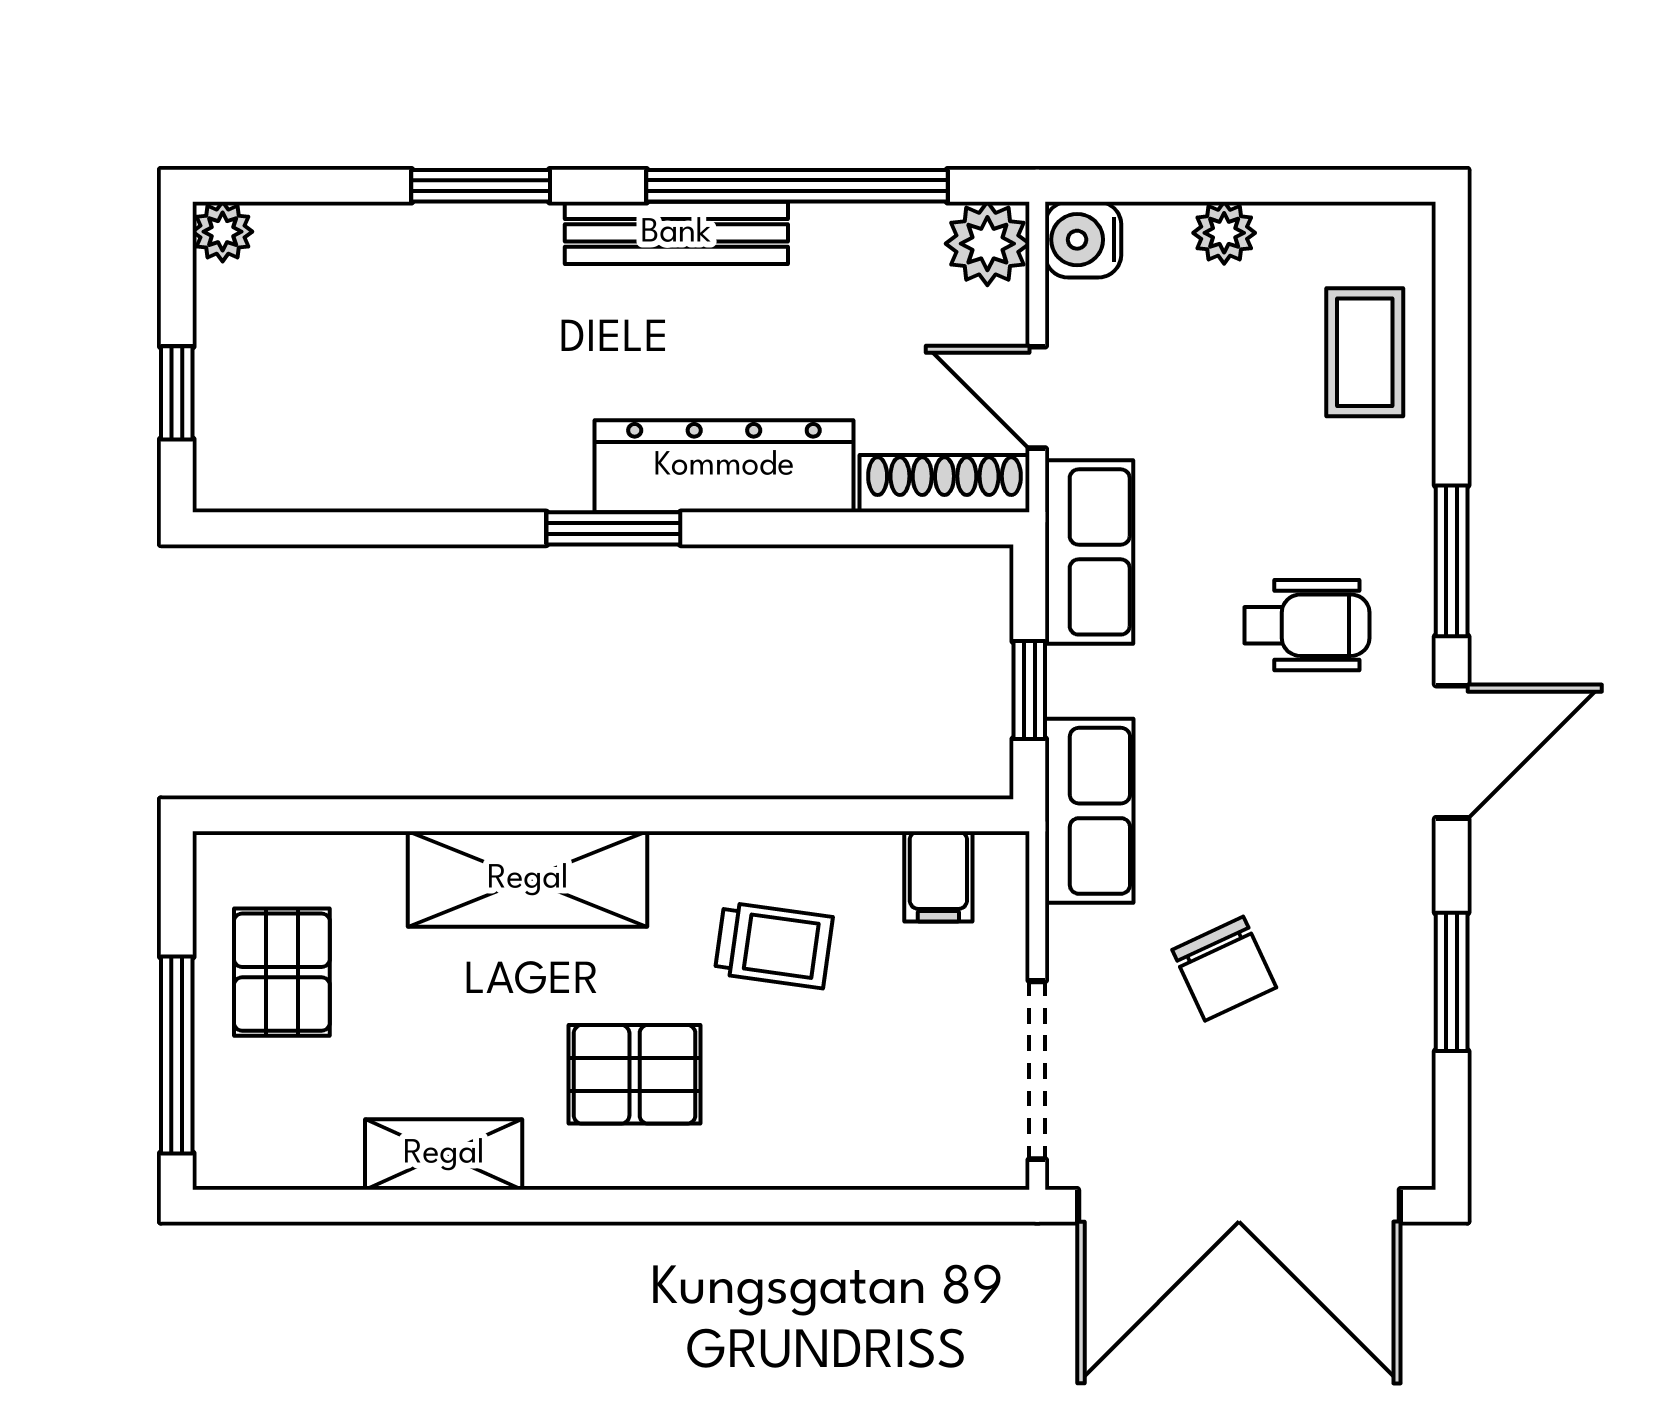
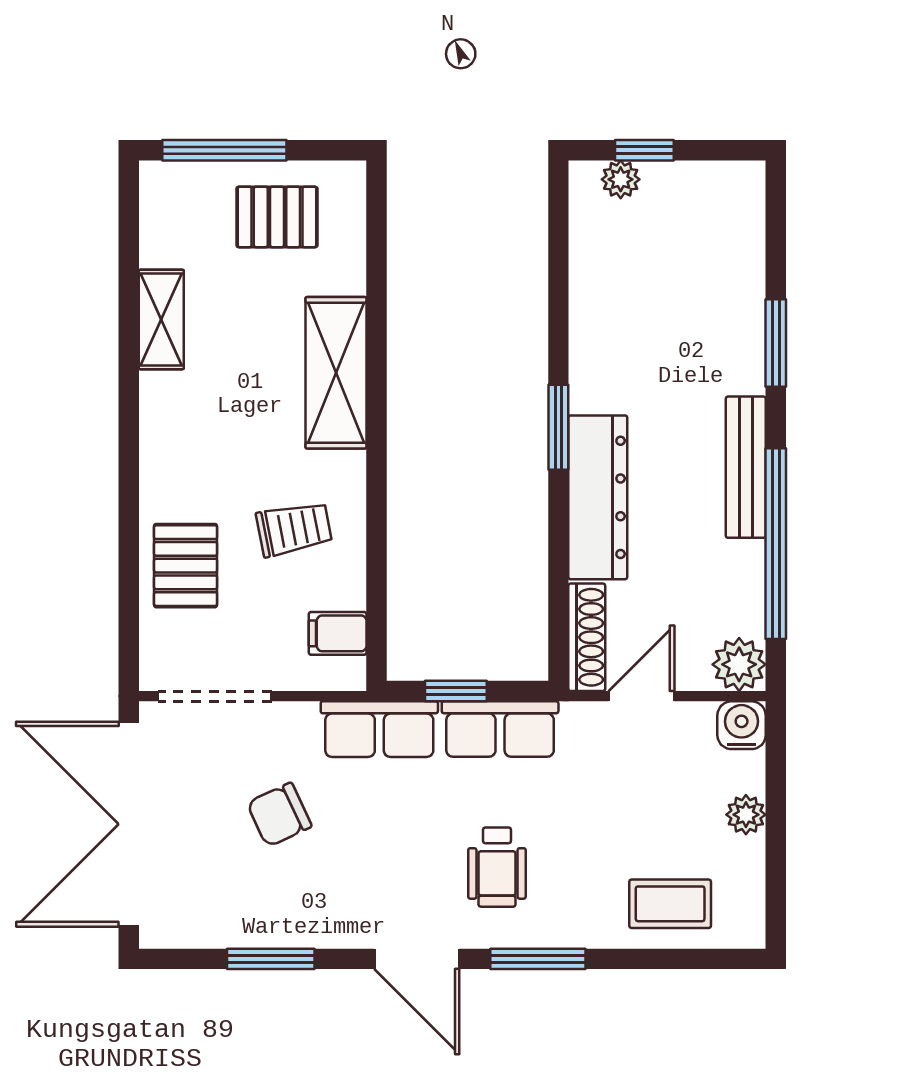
plant: (223, 232) -> (621, 179), moved
row of seats: (1089, 552) -> (500, 729), moved
trolley: (774, 945) -> (294, 529), turned -109
pallet: (635, 1074) -> (186, 566), moved

